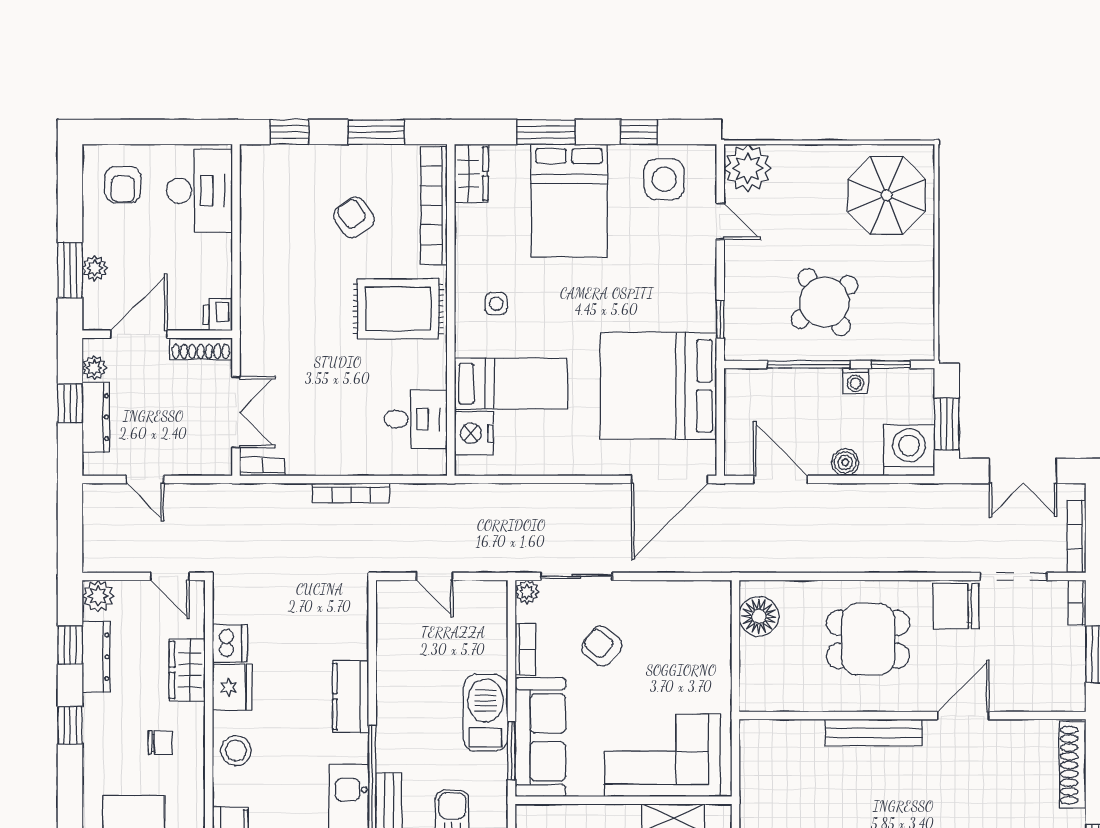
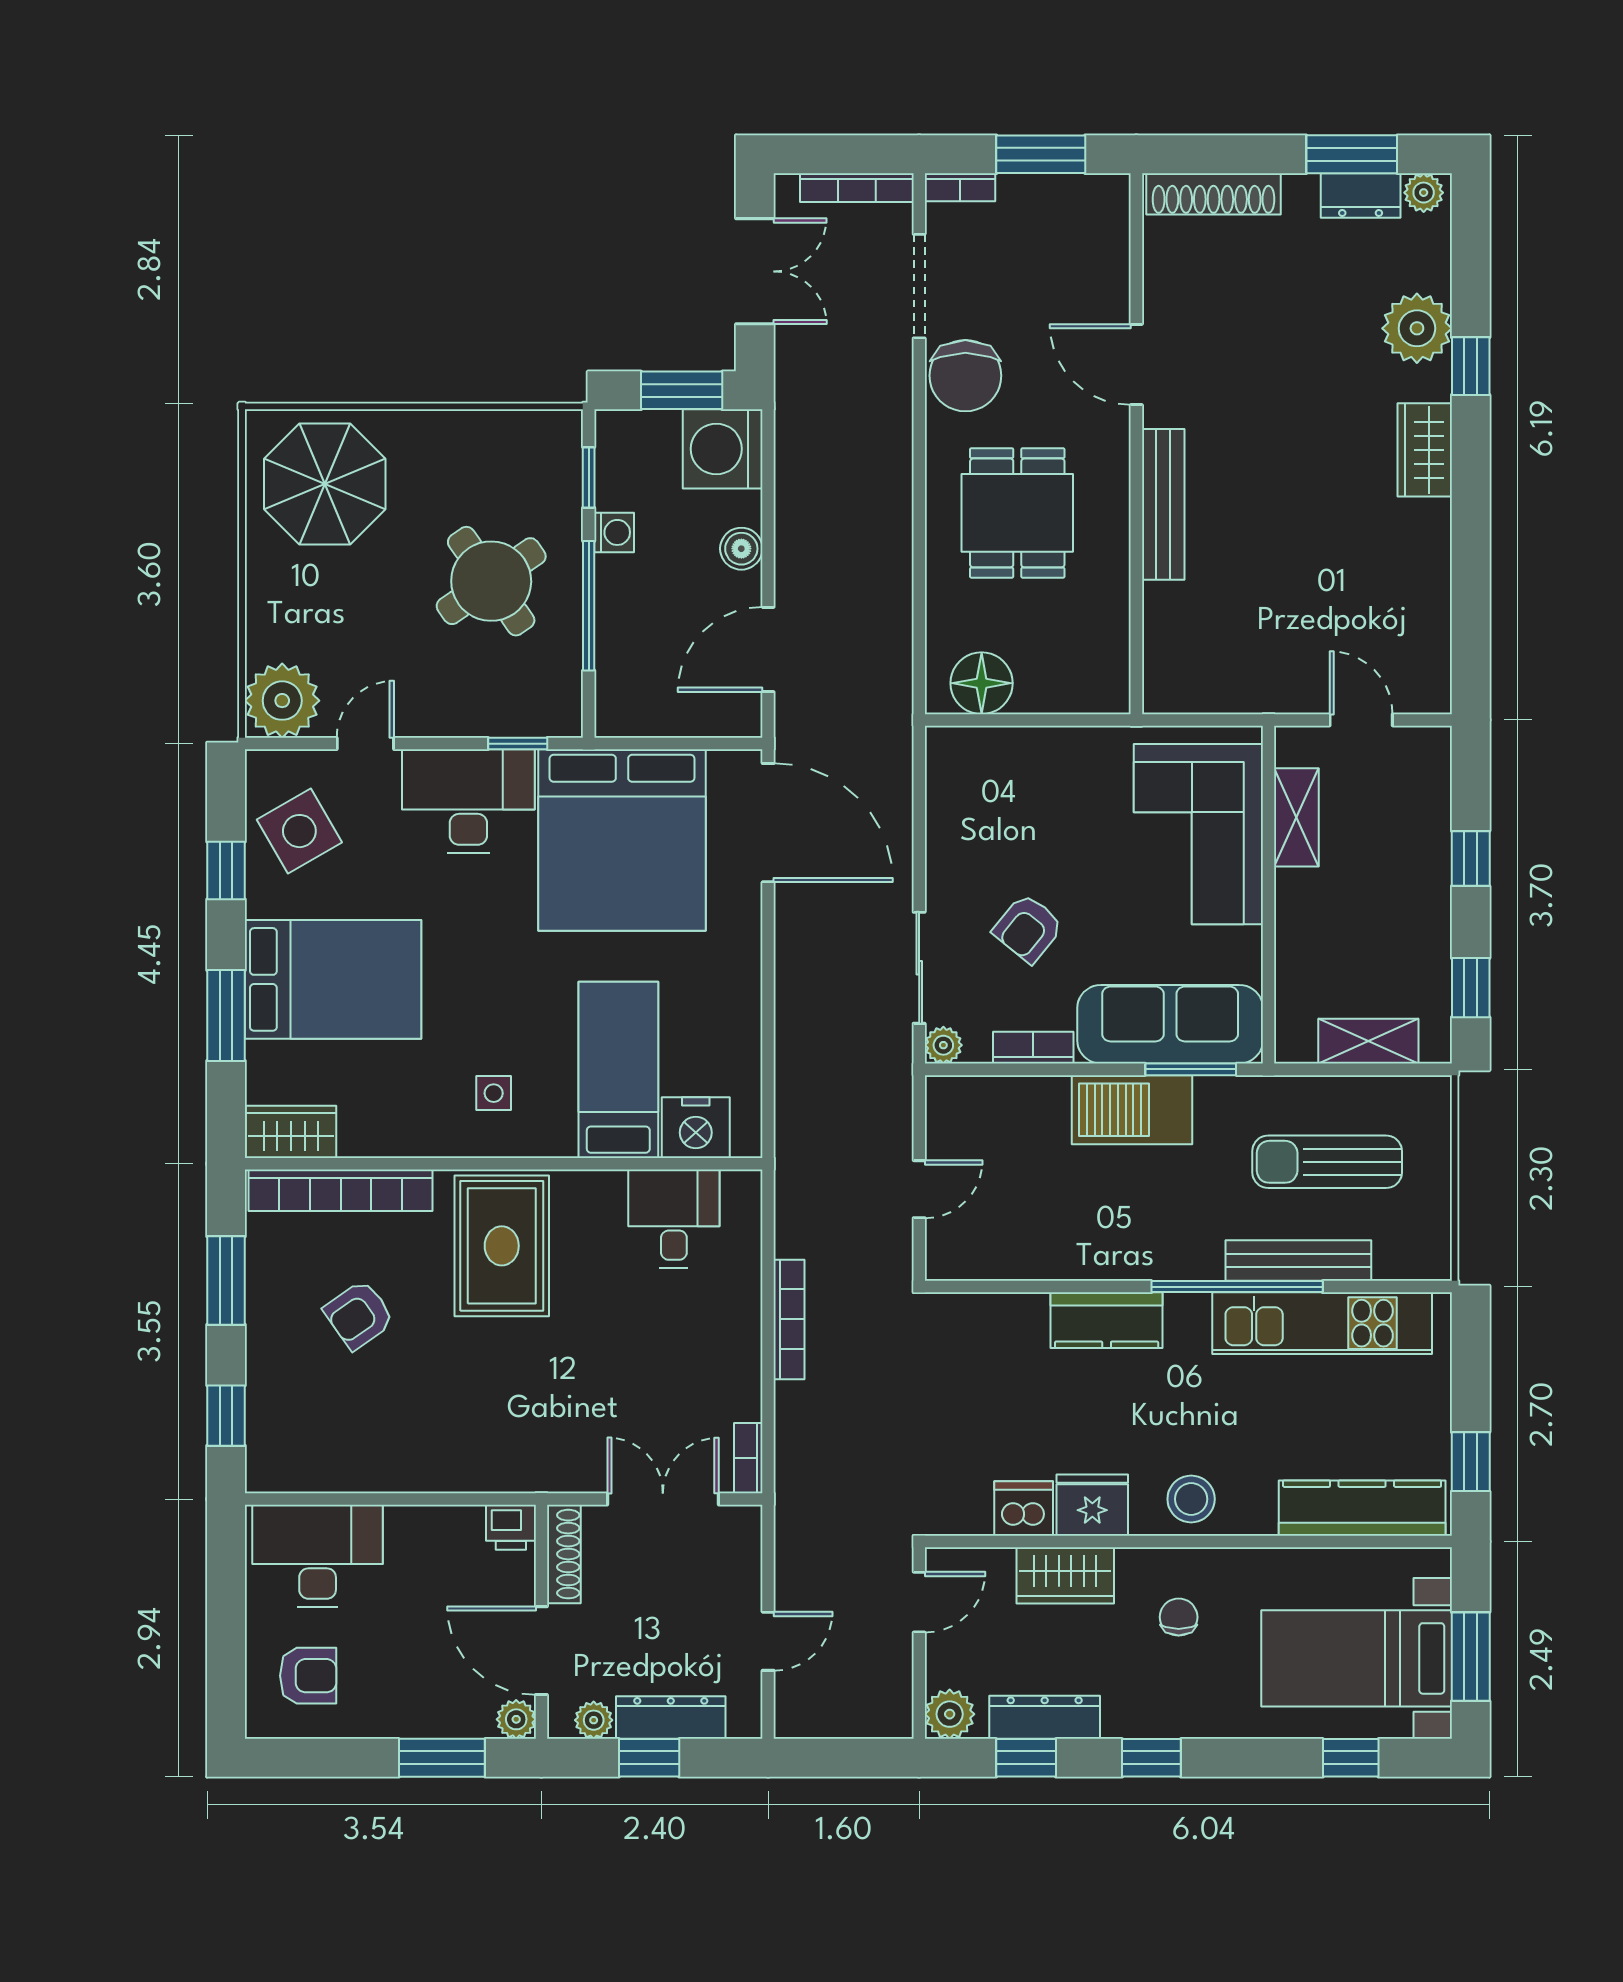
side table: (664, 179) -> (299, 831), turned -30
plant: (95, 268) -> (516, 1719), moved
desk: (683, 287) -> (468, 801), added

